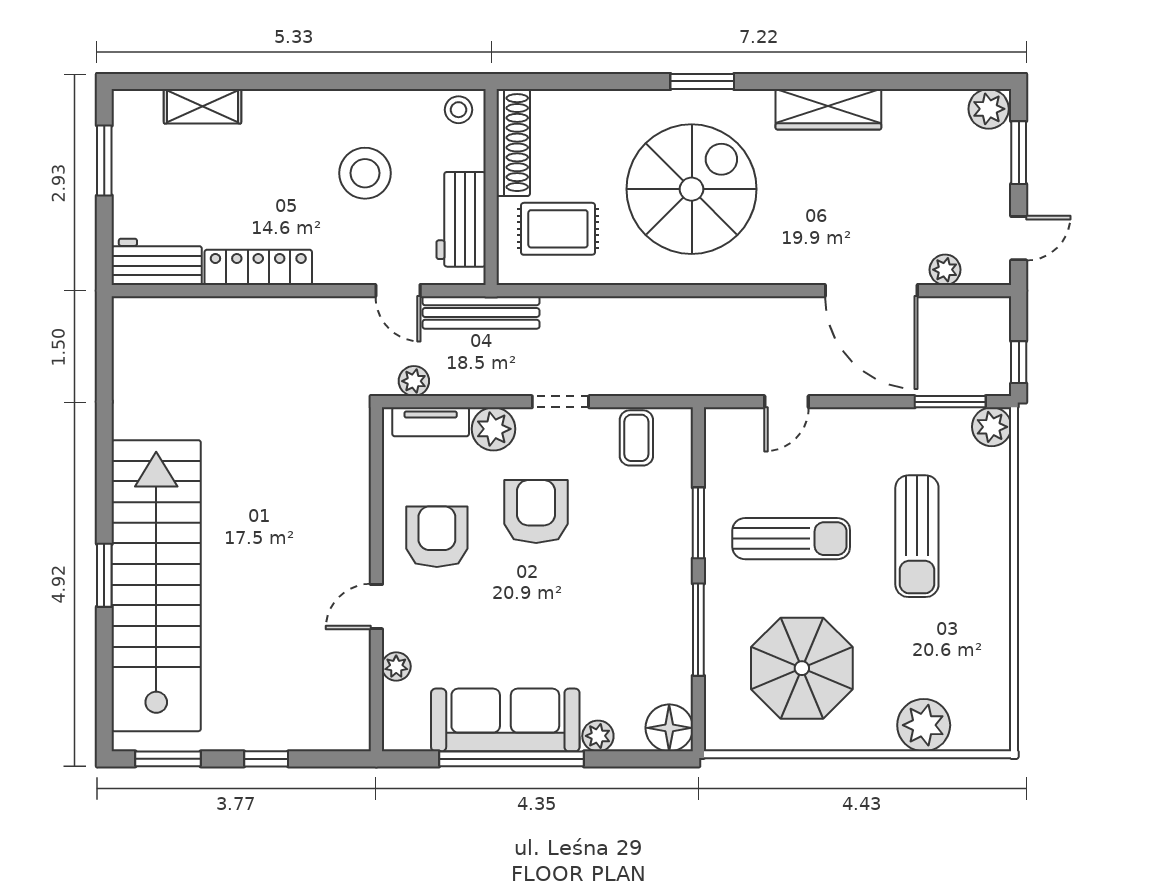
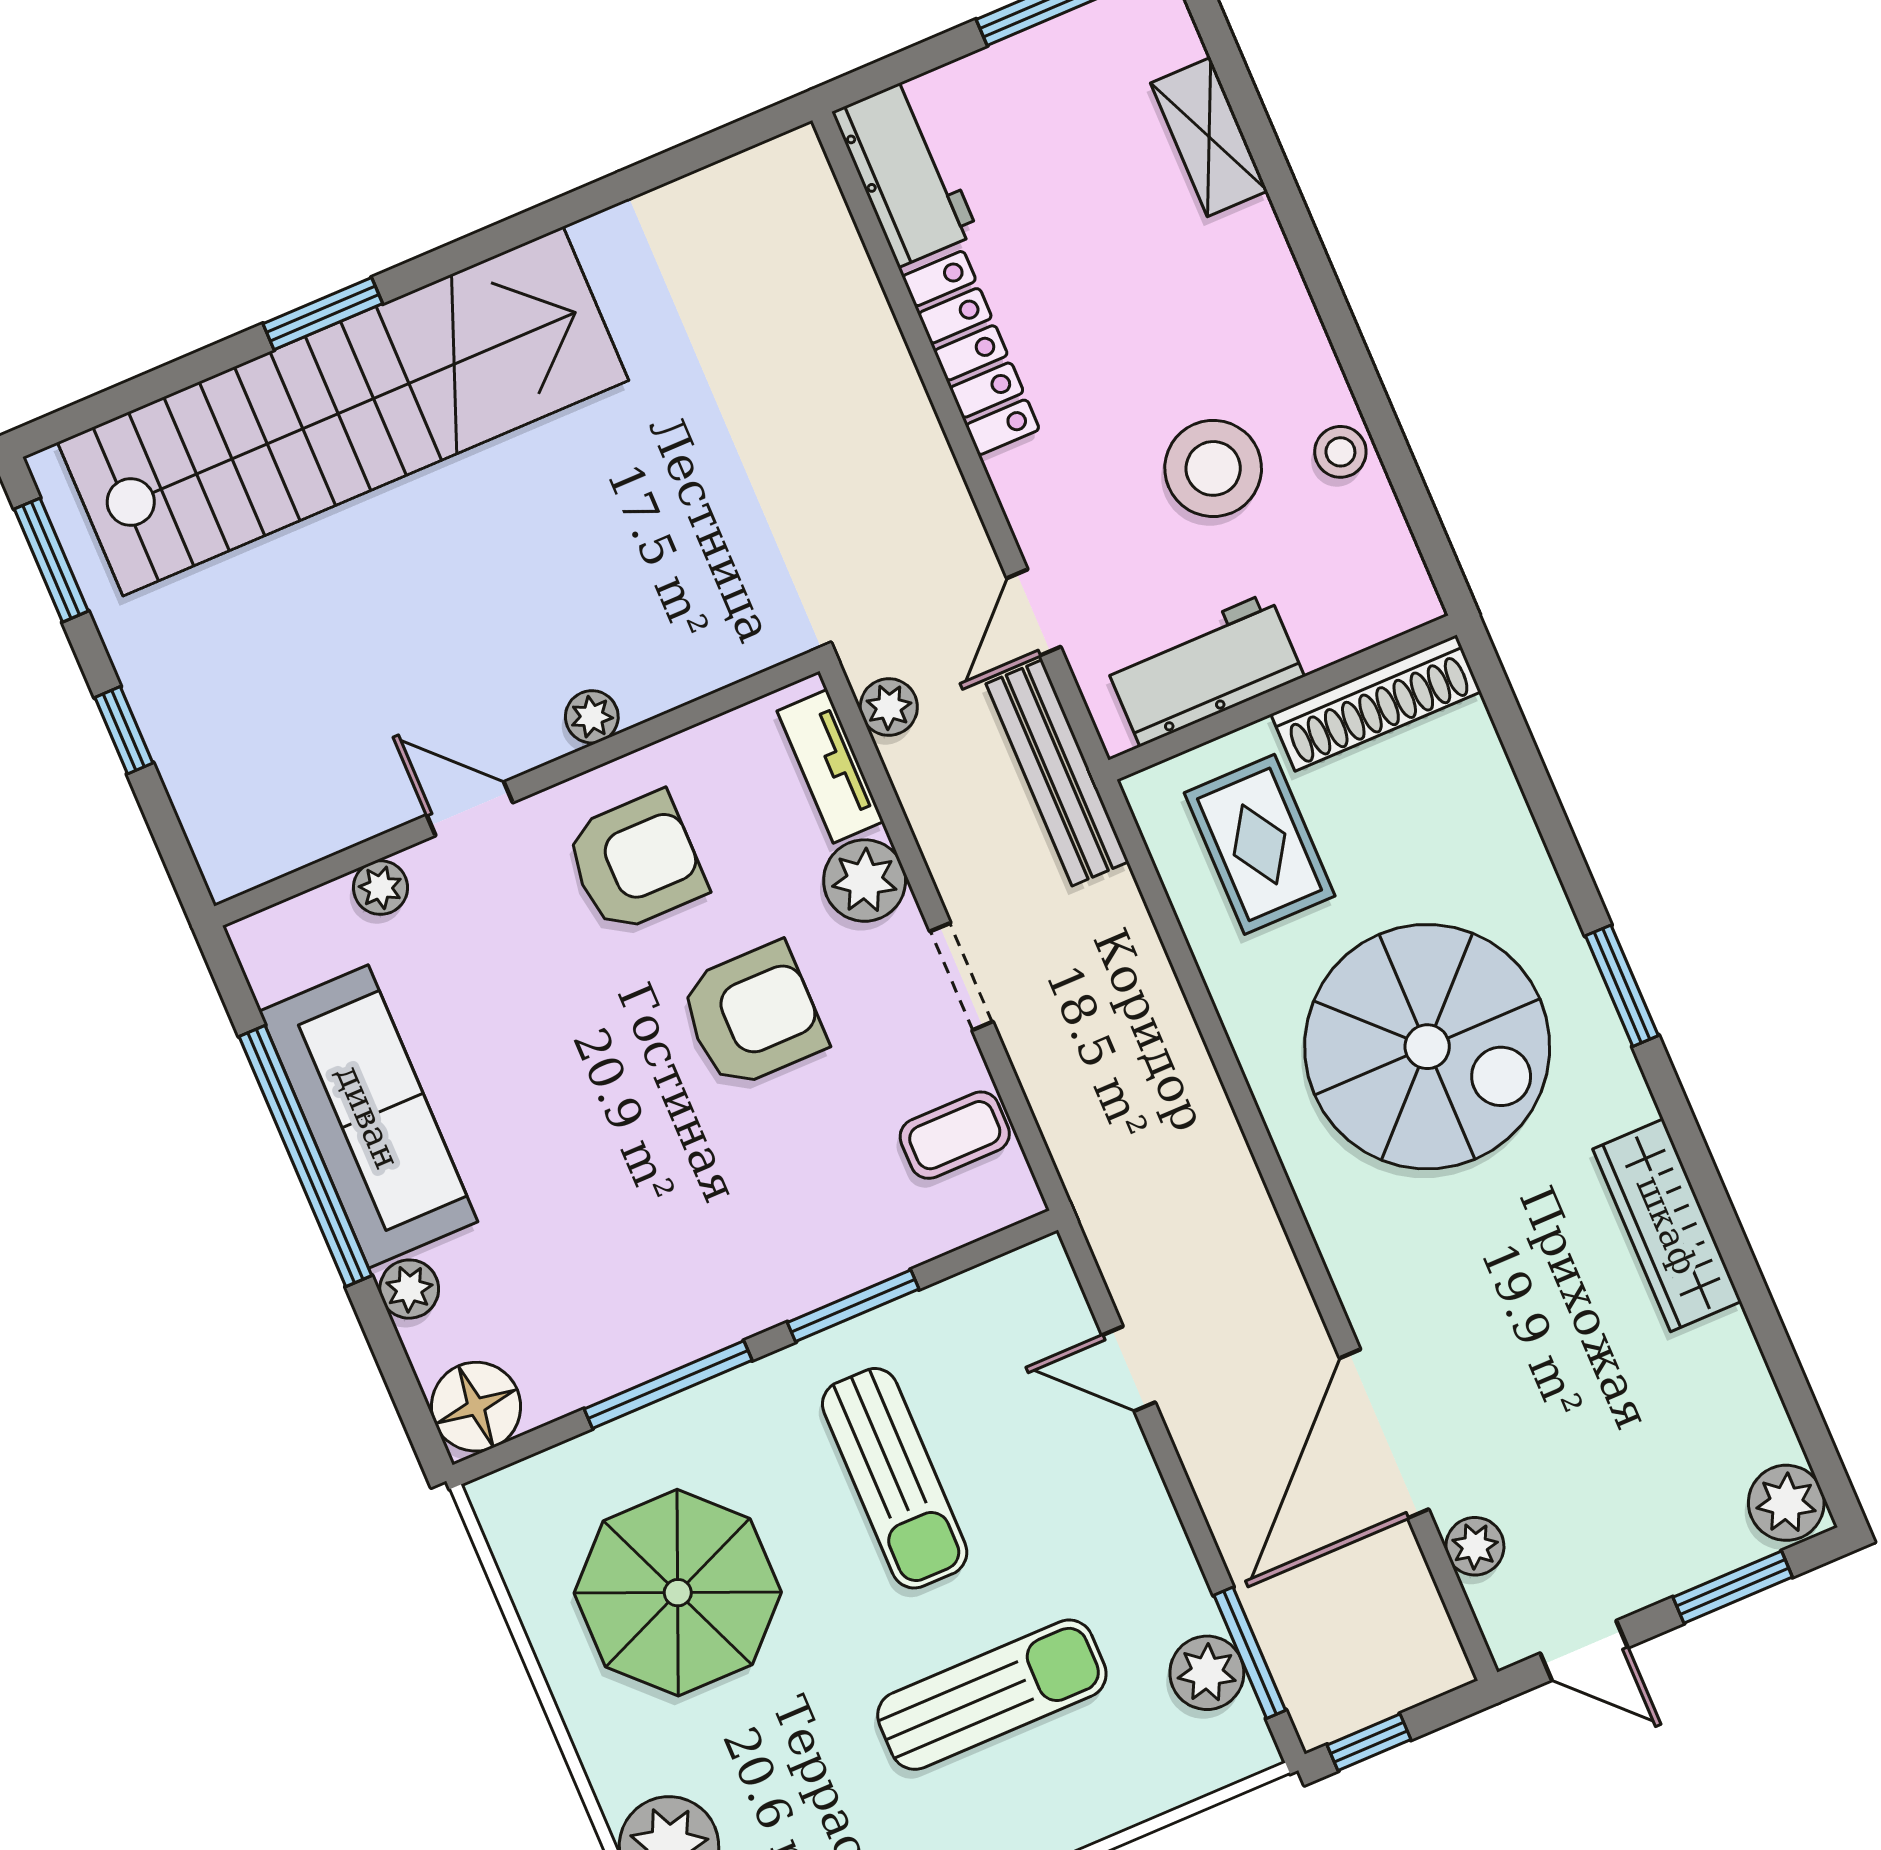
stool: (459, 110) -> (1340, 452), moved
plant: (992, 427) -> (1207, 1673), moved
plant: (357, 528) -> (592, 717), added
sun lounger: (917, 536) -> (992, 1695), turned 180

